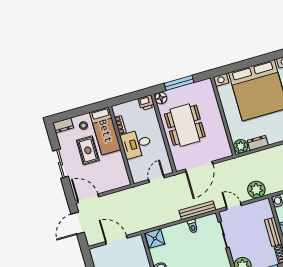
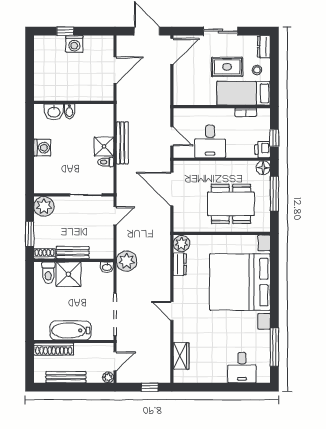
window: (134, 96) -> (274, 138), added
dining table: (185, 125) -> (231, 204), moved
desk: (136, 144) -> (210, 141), moved, turned 180
plant: (256, 190) -> (127, 261), moved
bench: (197, 210) -> (122, 143), moved
shower: (155, 238) -> (104, 147), moved

